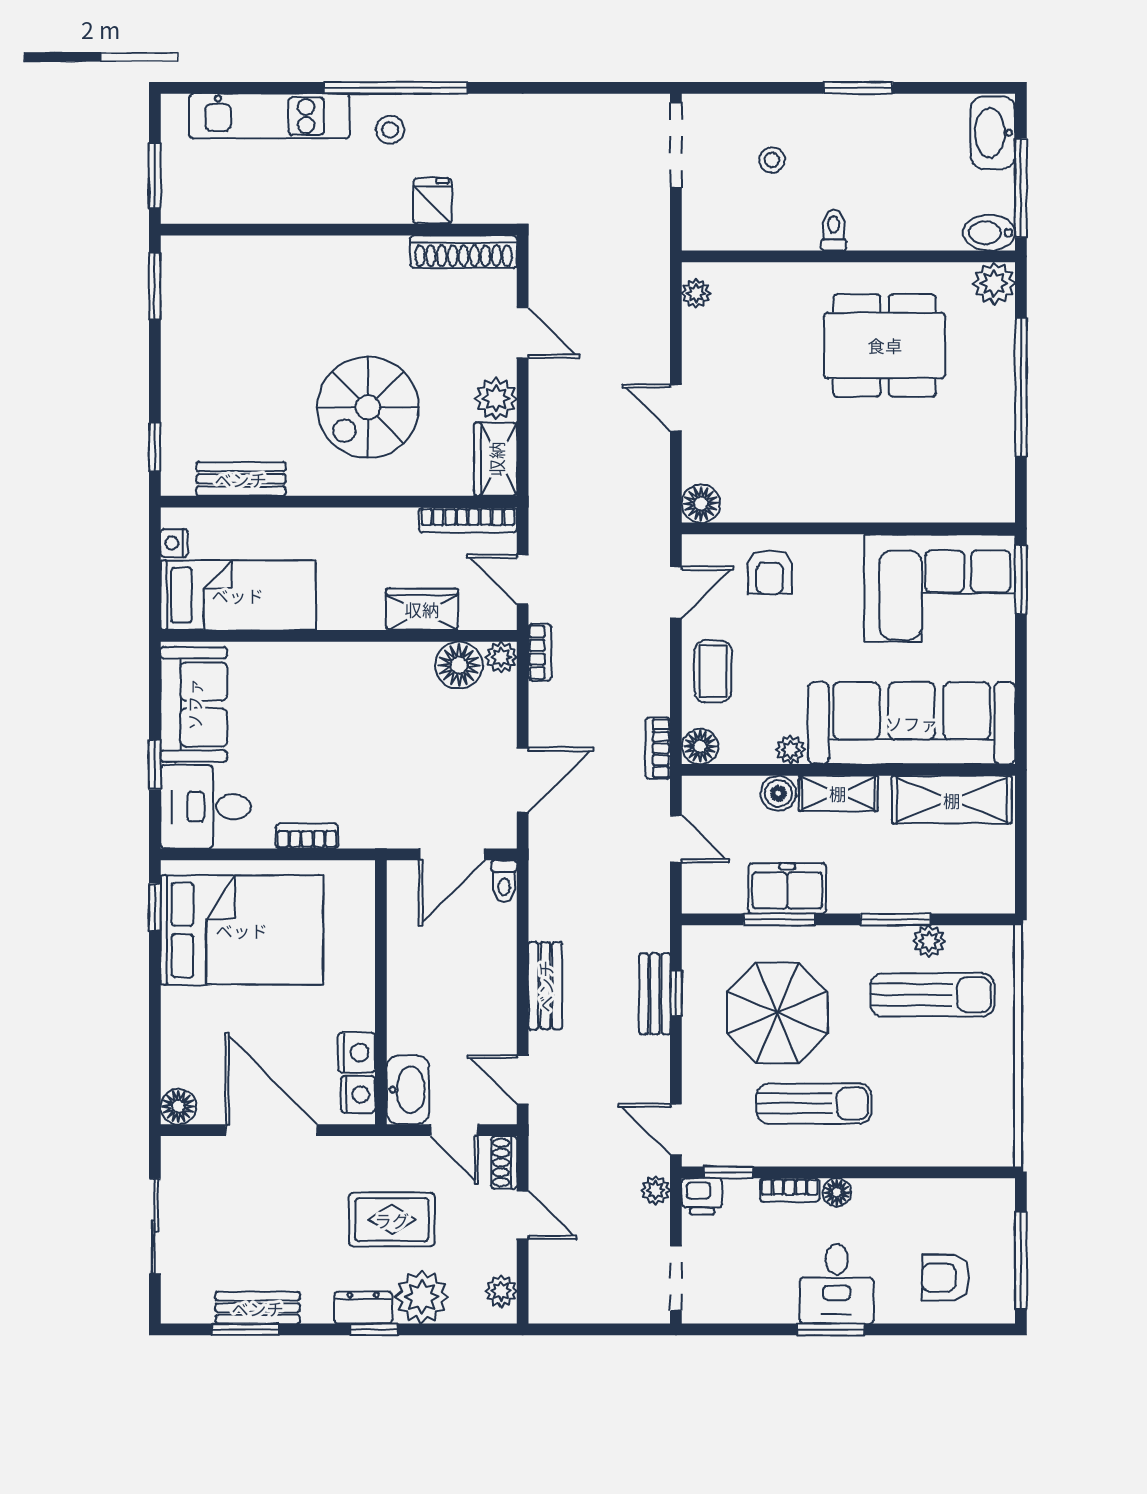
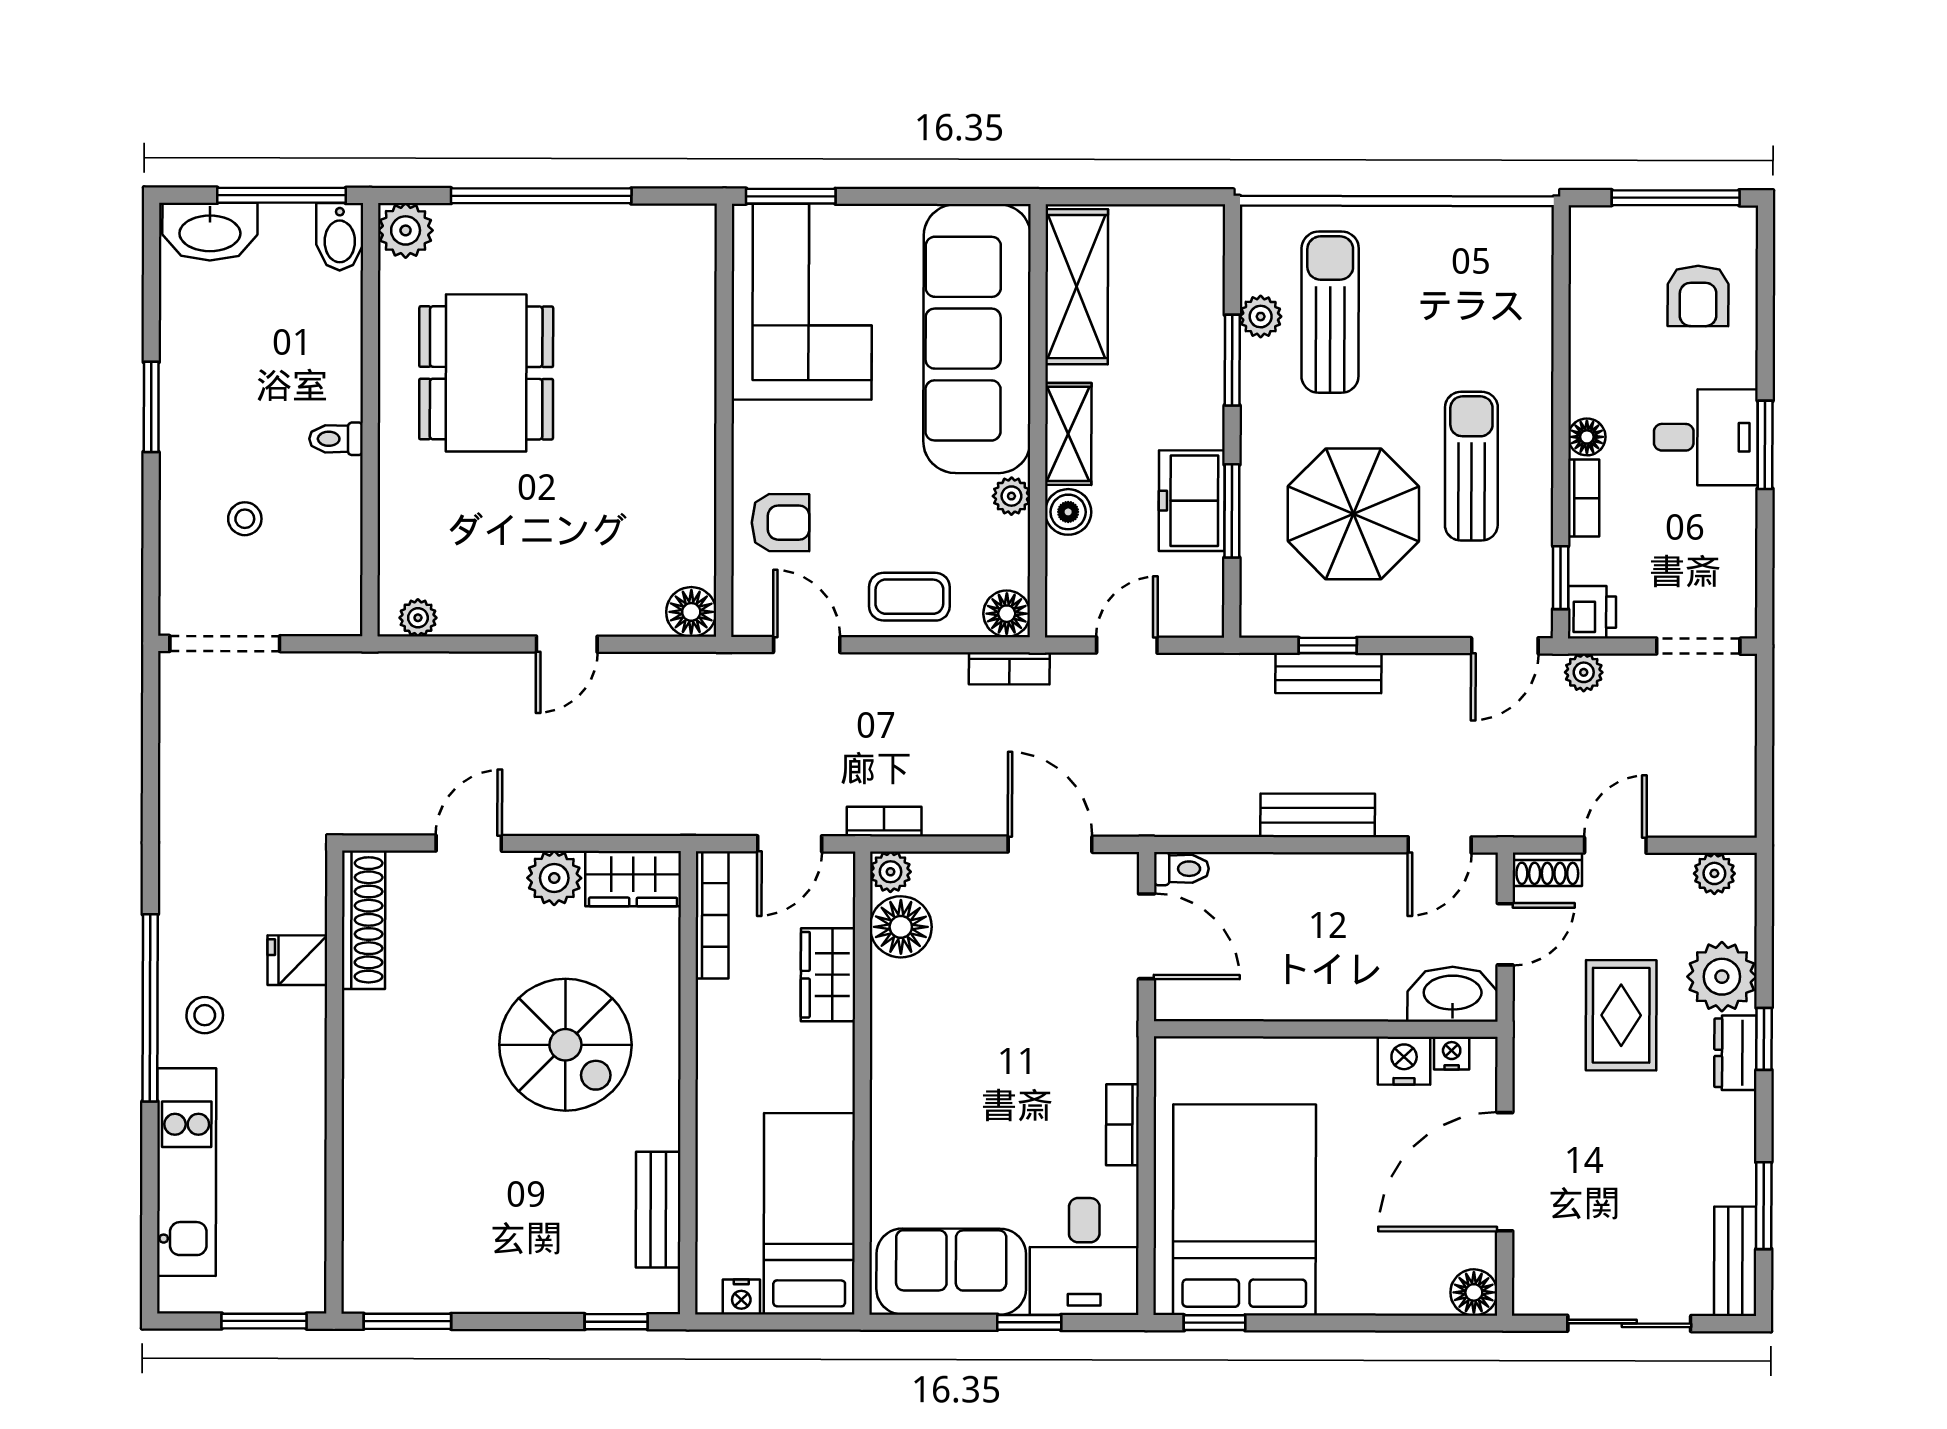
nightstand: (358, 1094) -> (1452, 1053), width x0.72, depth x0.74
bench: (258, 1308) -> (1735, 1261), moved

